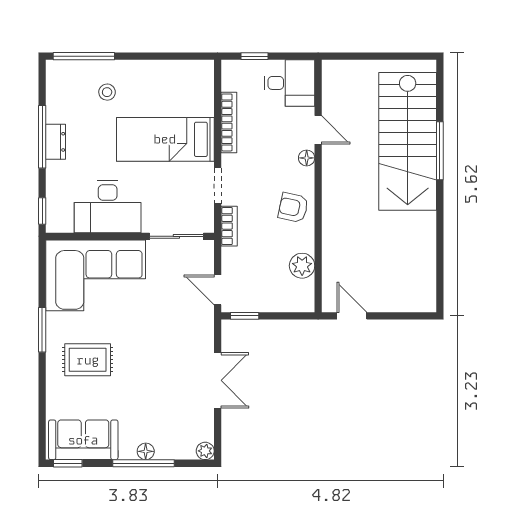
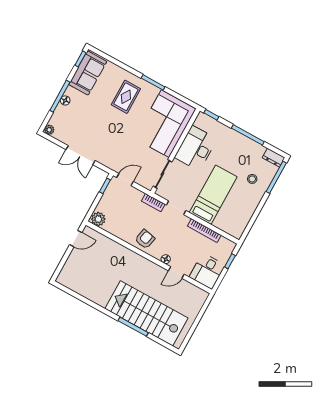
dresser: (55, 142) -> (274, 158), moved
plant: (302, 266) -> (98, 219), moved

